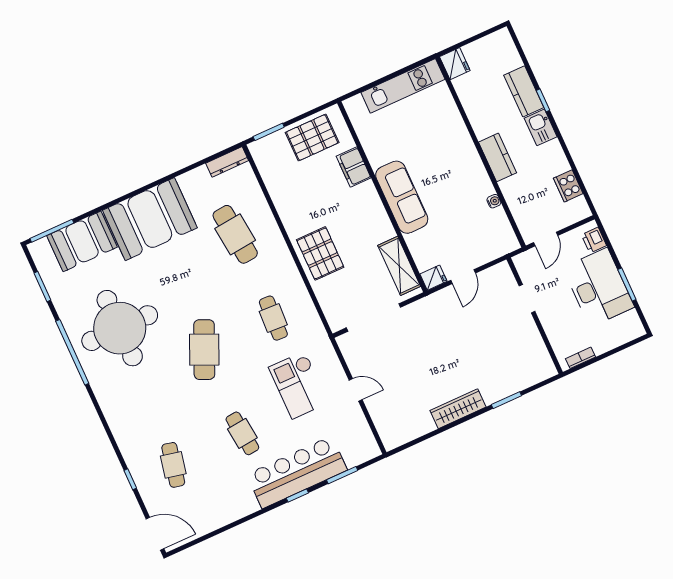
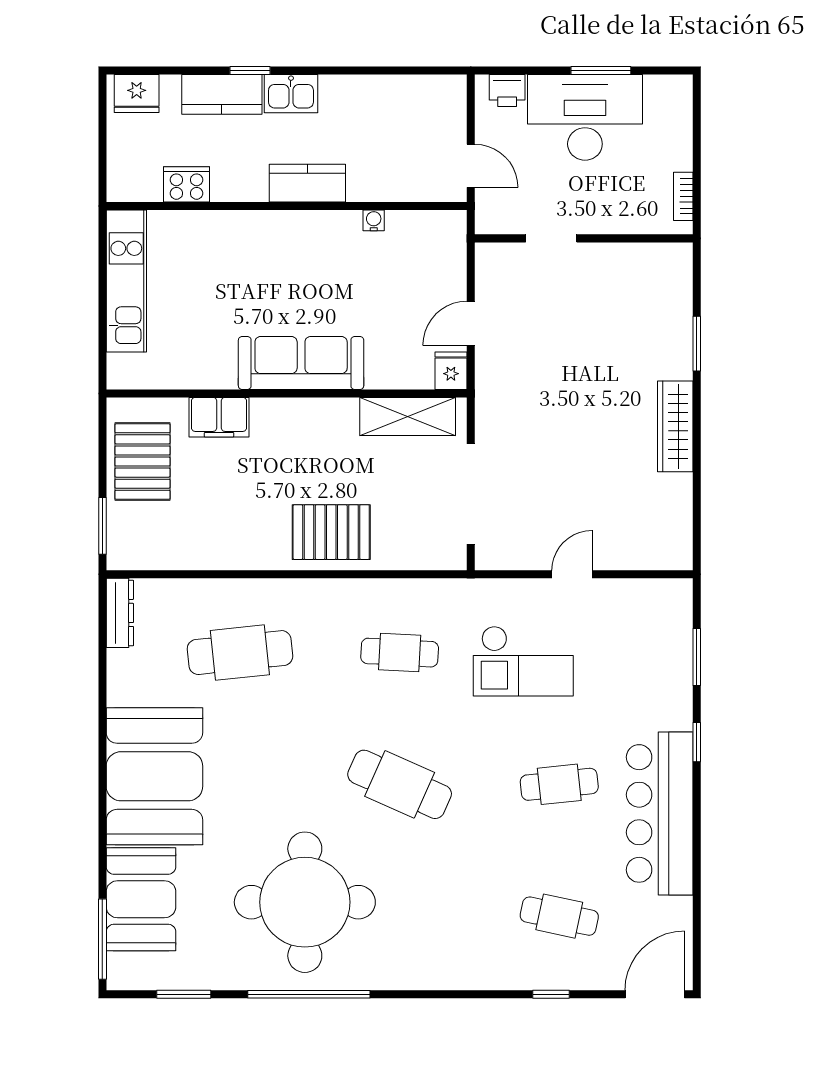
fridge: (455, 64) -> (137, 93), moved, turned 180
cooker: (568, 186) -> (186, 184), moved, turned 180
door: (463, 277) -> (471, 323), swing flipped
bar counter: (297, 472) -> (660, 813), moved

